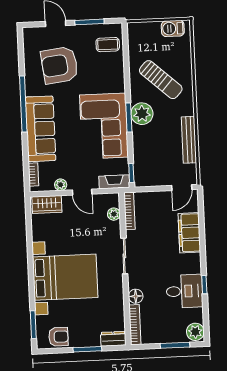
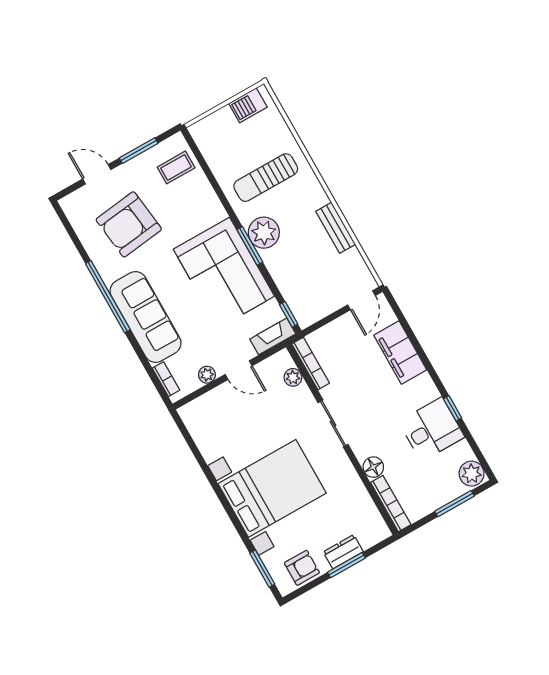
sun lounger: (161, 80) -> (266, 178), turned 138
bench: (189, 140) -> (336, 228), width x0.73
wardrobe: (47, 204) -> (202, 408), removed
dresser: (113, 339) -> (343, 552), moved

